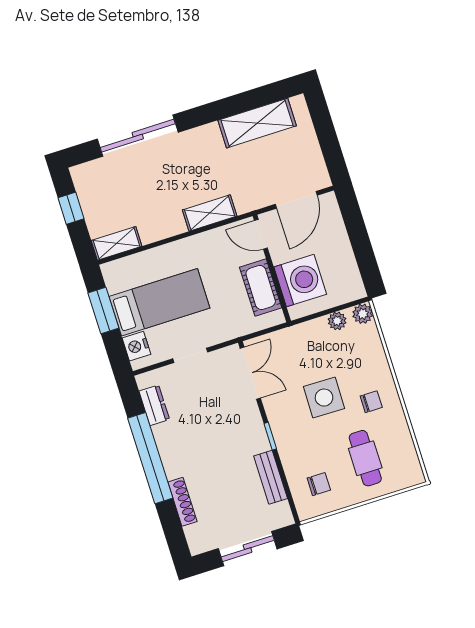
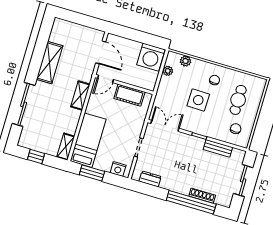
shelving: (257, 123) -> (50, 63), moved
washing machine: (300, 281) -> (151, 57), moved, turned 180
bed: (159, 302) -> (88, 140), moved
plant: (363, 314) -> (185, 61), moved
window: (150, 458) -> (191, 202), moved
cafe table: (365, 458) -> (238, 100), turned 90

